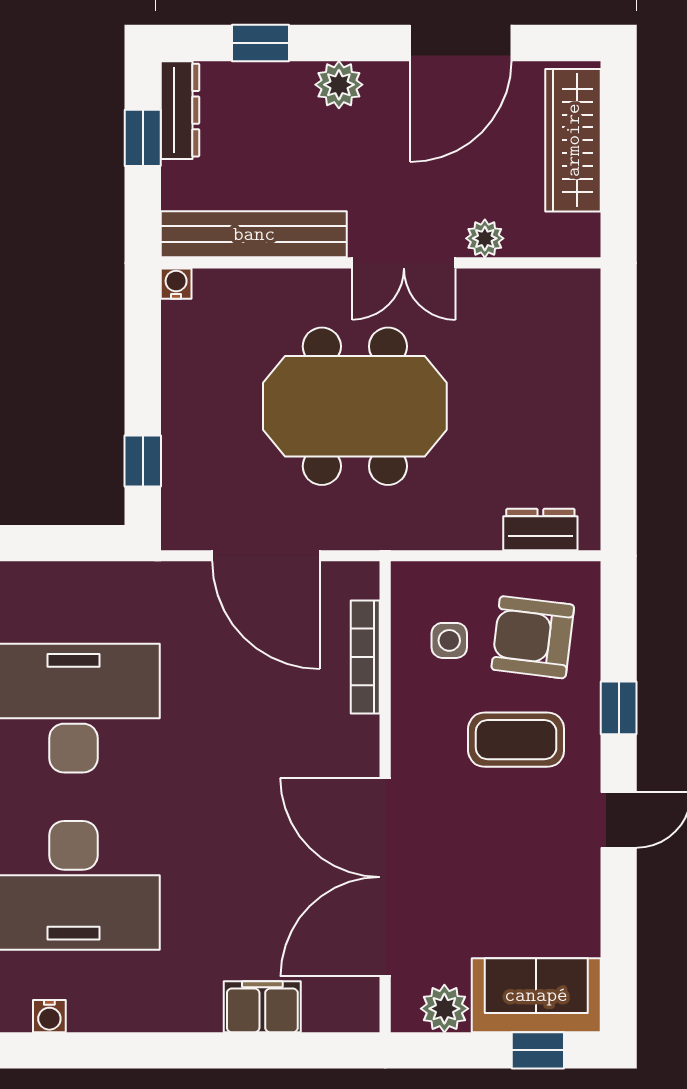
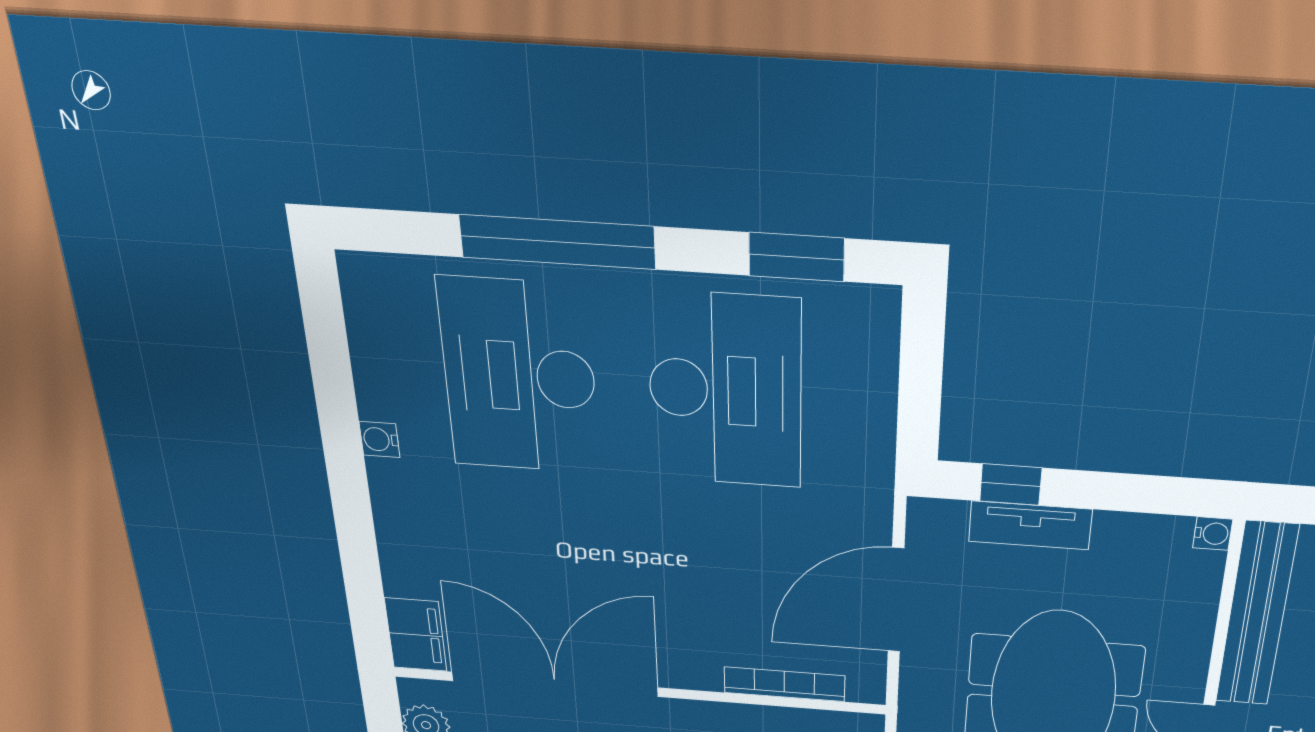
tv unit: (181, 441) -> (1030, 525), added
filing cabinet: (262, 1007) -> (416, 635), moved
water cooler: (49, 1016) -> (379, 439), moved

